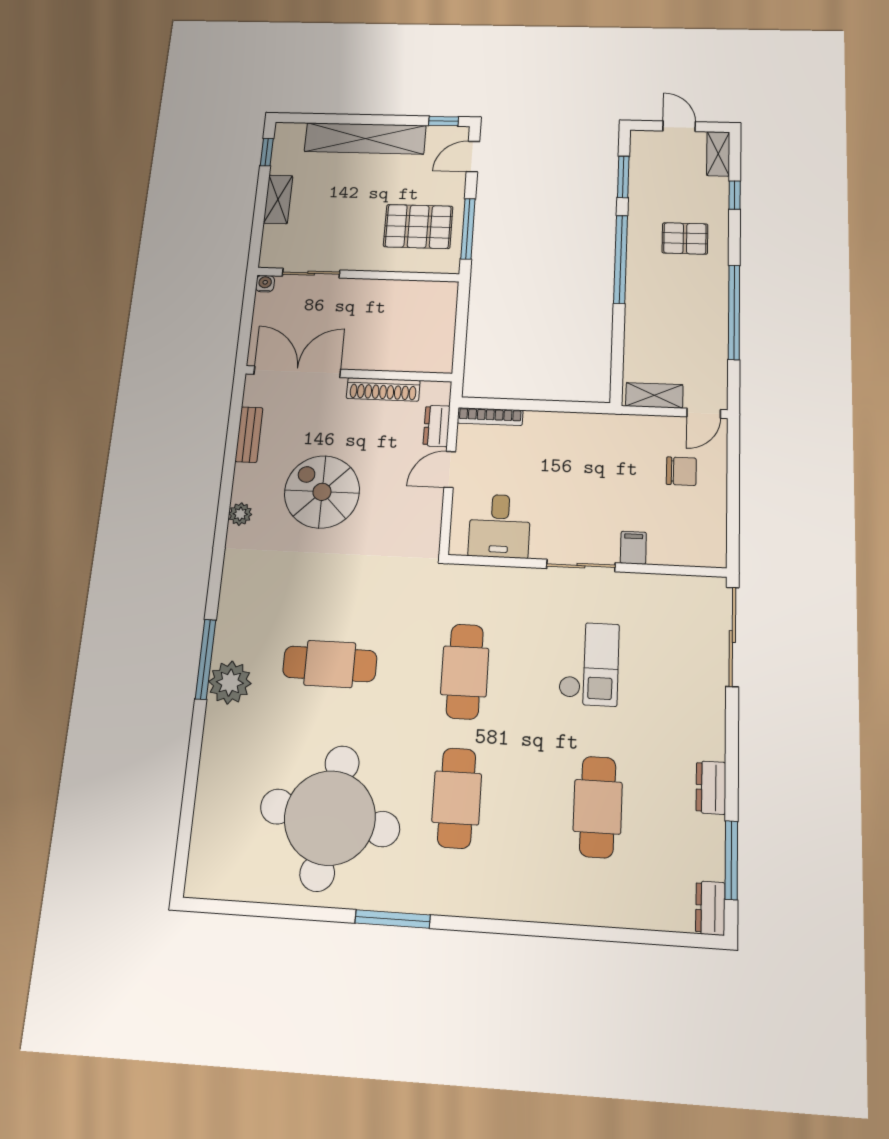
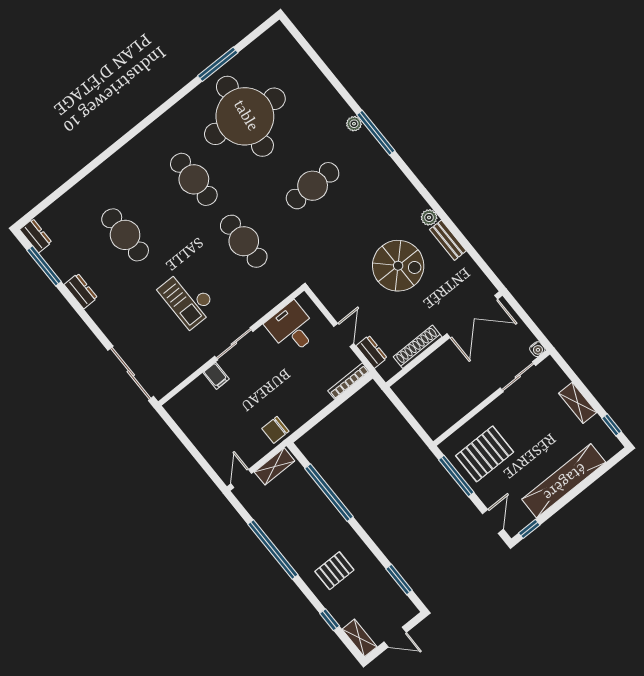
window: (621, 259) -> (329, 493), moved
bench: (249, 435) -> (448, 240), moved
chair: (681, 471) -> (275, 430), moved
plant: (230, 683) -> (354, 124), width x0.53, depth x0.53
window: (393, 919) -> (218, 64), moved

